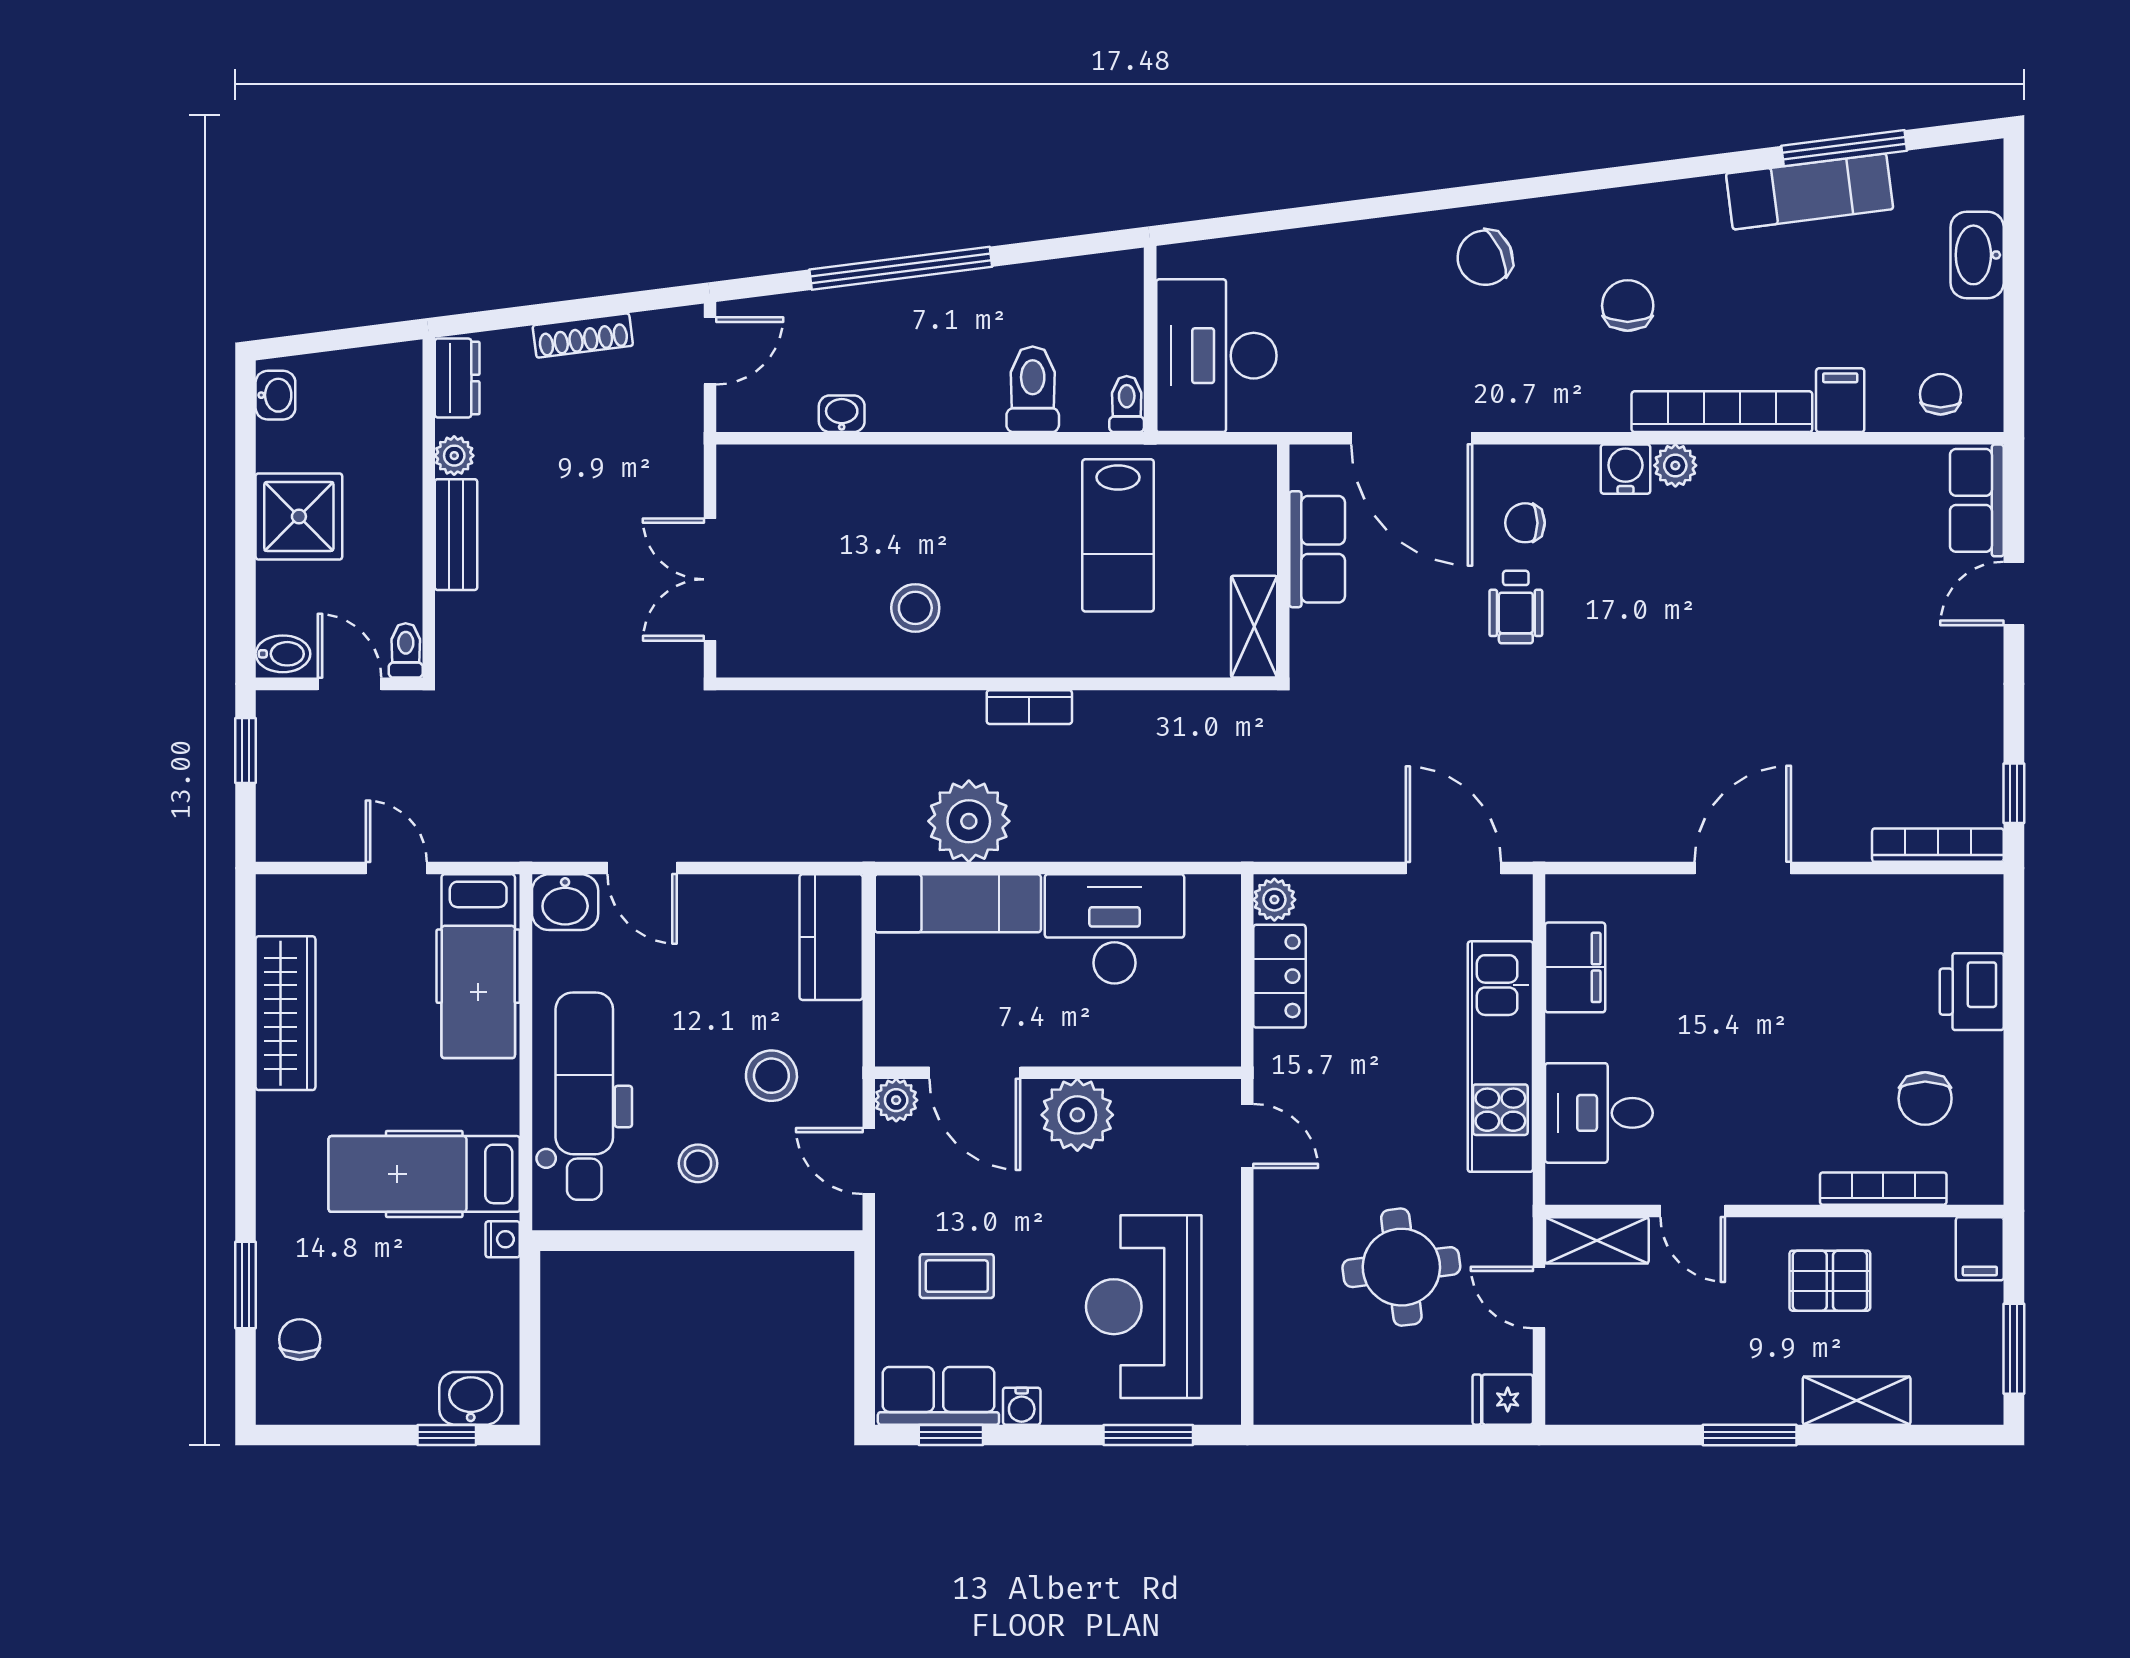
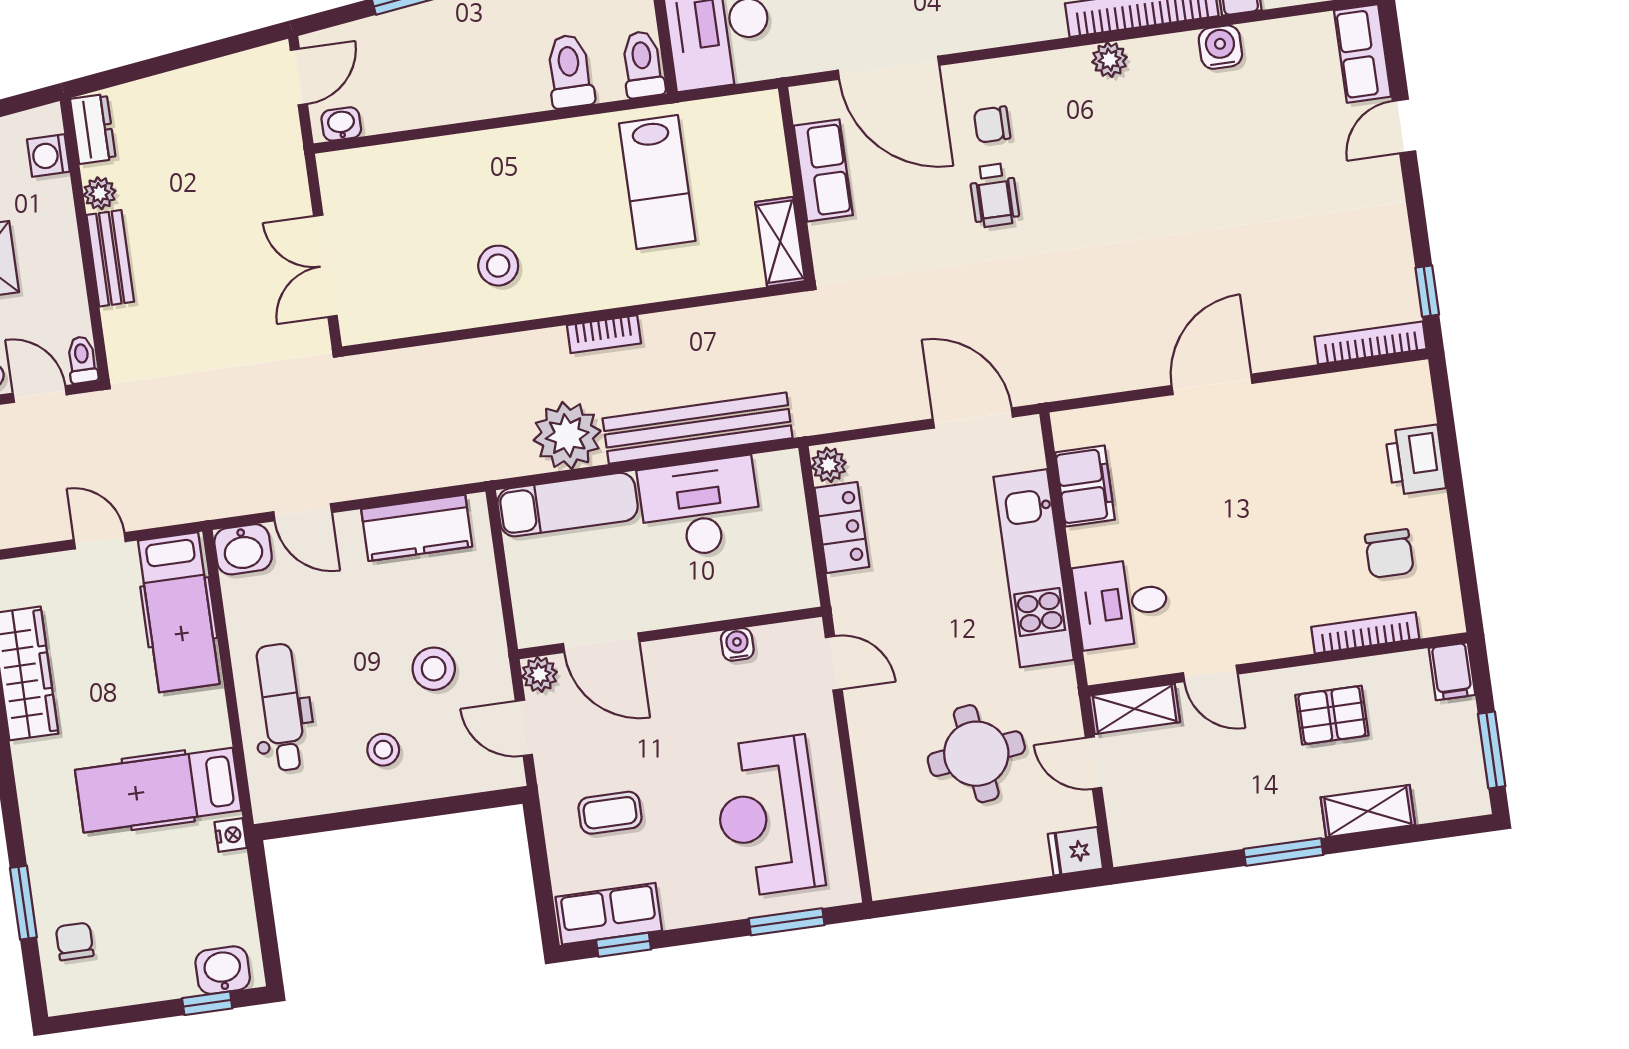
shoe rack: (583, 336) -> (192, 79), removed
washing machine: (400, 402) -> (48, 156), added
toilet: (1127, 404) -> (643, 64), width x1.37, depth x1.39
washbasin: (842, 414) -> (341, 124), moved
water cooler: (1625, 469) -> (1220, 47), moved
bench: (1125, 834) -> (698, 428), added
kitchen counter: (831, 937) -> (417, 528), moved, turned -90
dental chair: (584, 1096) -> (281, 707), width x0.73, depth x0.72
plant: (1077, 1115) -> (691, 666), removed
water cooler: (1022, 1406) -> (737, 644), moved, turned 180

